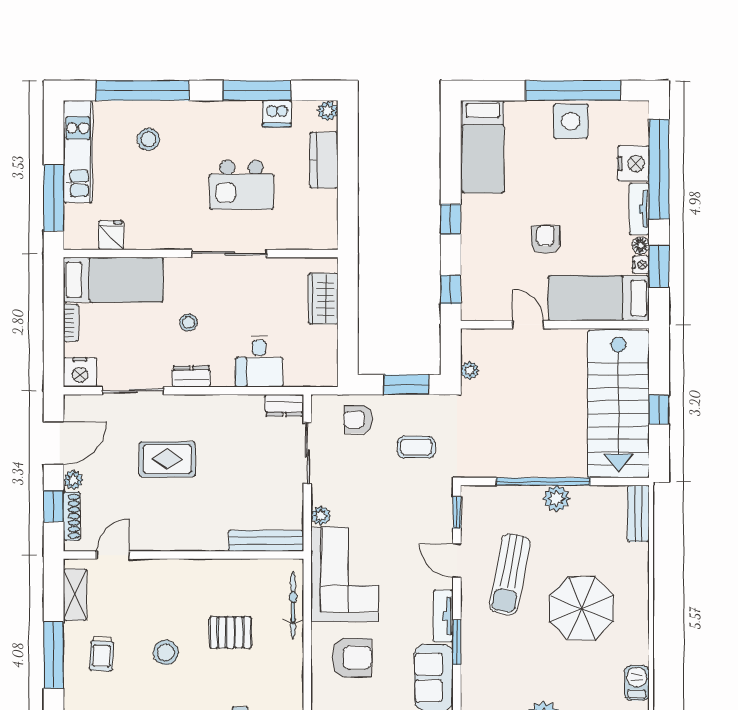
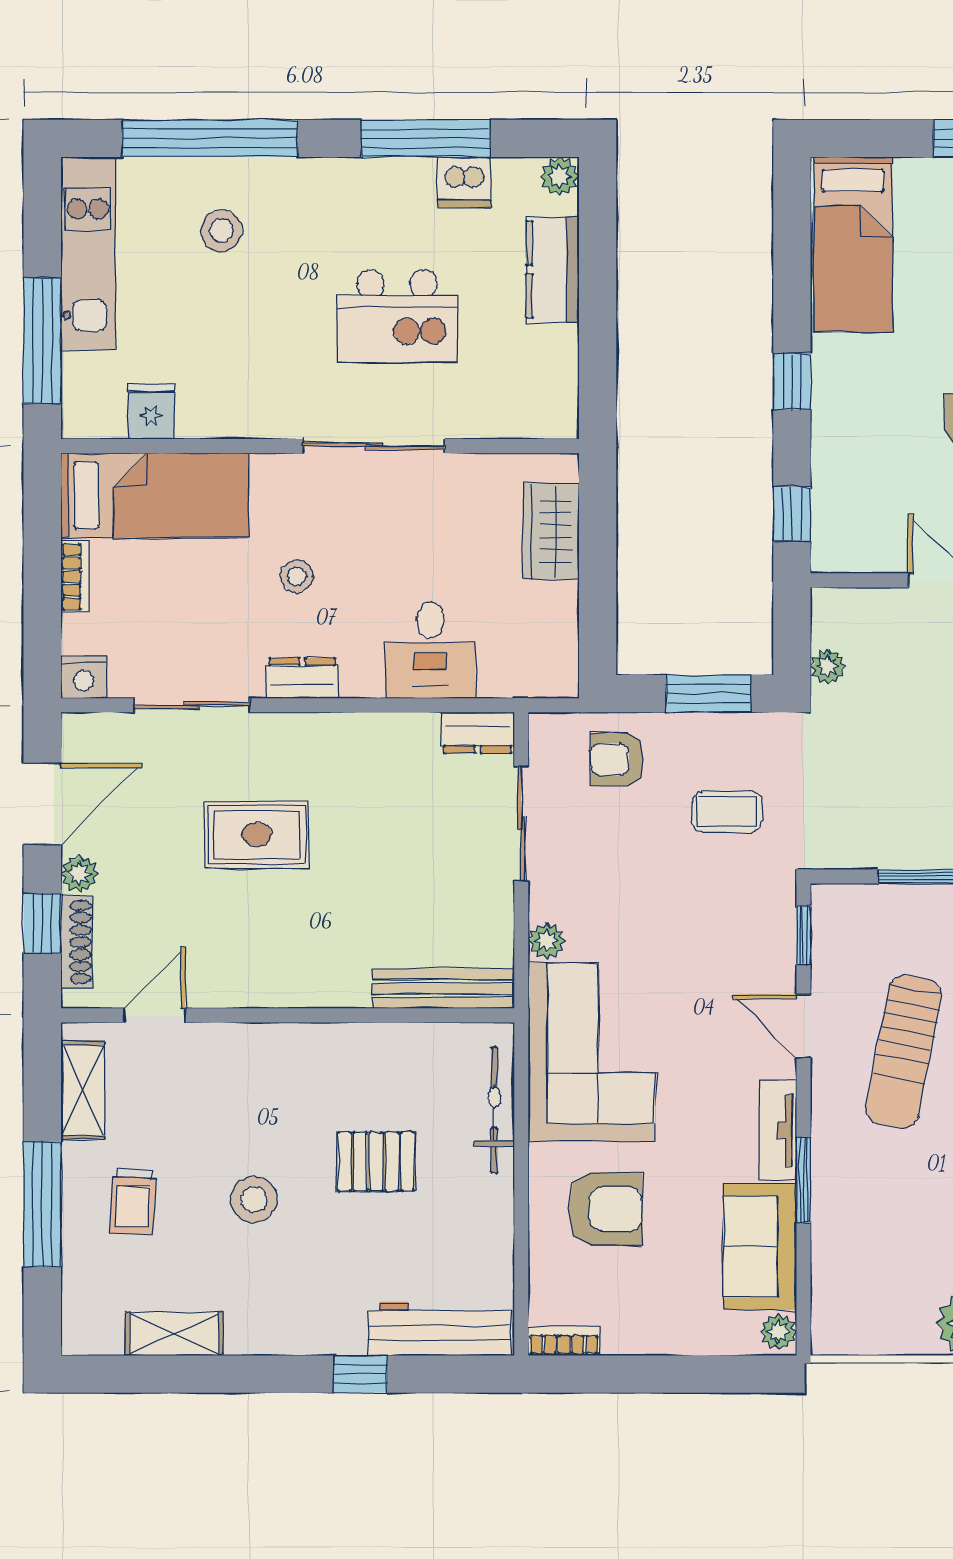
nightstand: (80, 372) -> (84, 677), width x0.74, depth x0.75

